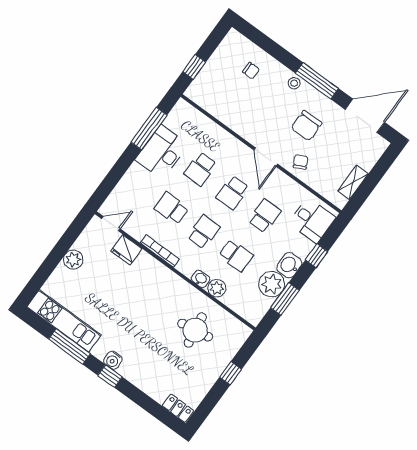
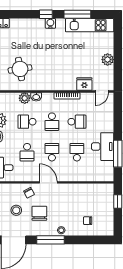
stool: (333, 151) -> (16, 210), added

